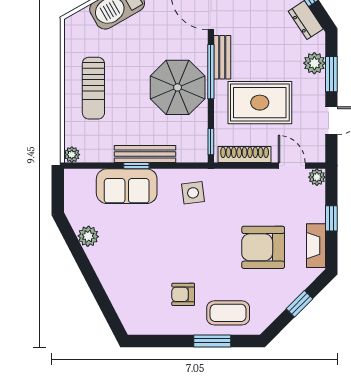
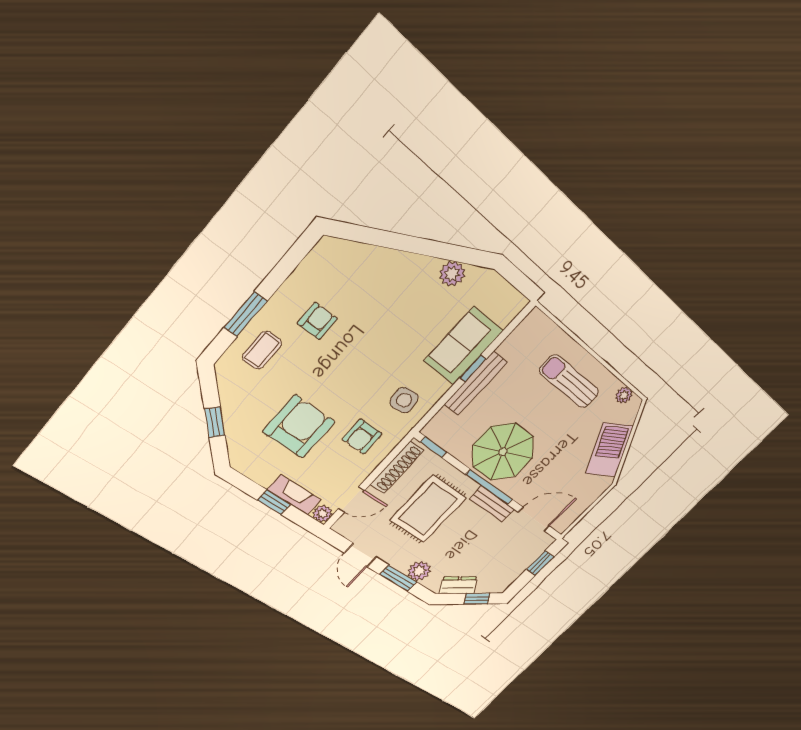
plant: (72, 155) -> (624, 395), moved
armchair: (239, 199) -> (362, 437), added
fireplace: (316, 246) -> (294, 495), moved
coffee table: (228, 313) -> (262, 350), width x0.73, depth x0.77

